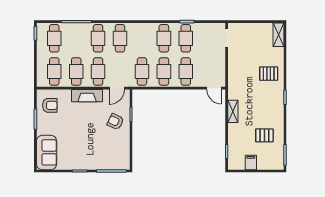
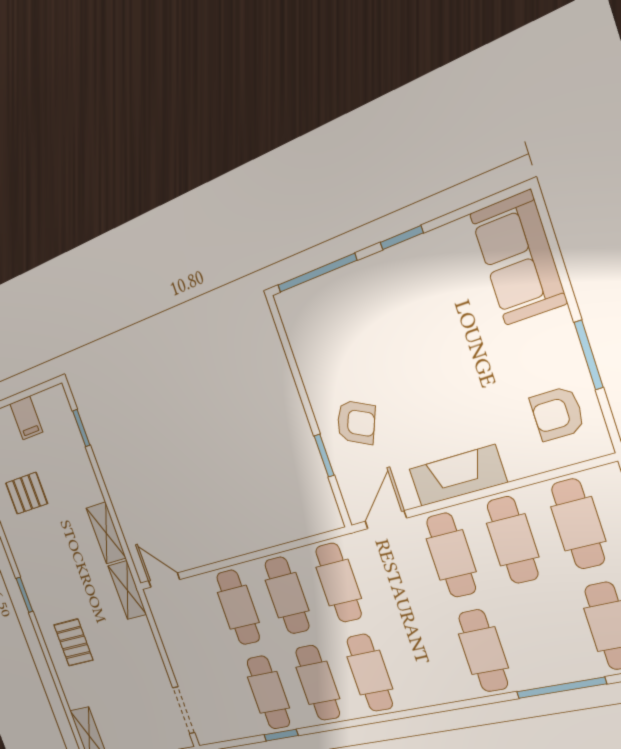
cafe table: (120, 38) -> (370, 673), moved
pallet: (269, 74) -> (73, 642), turned 90
shelving: (233, 88) -> (127, 590), added

